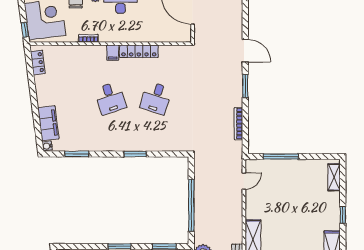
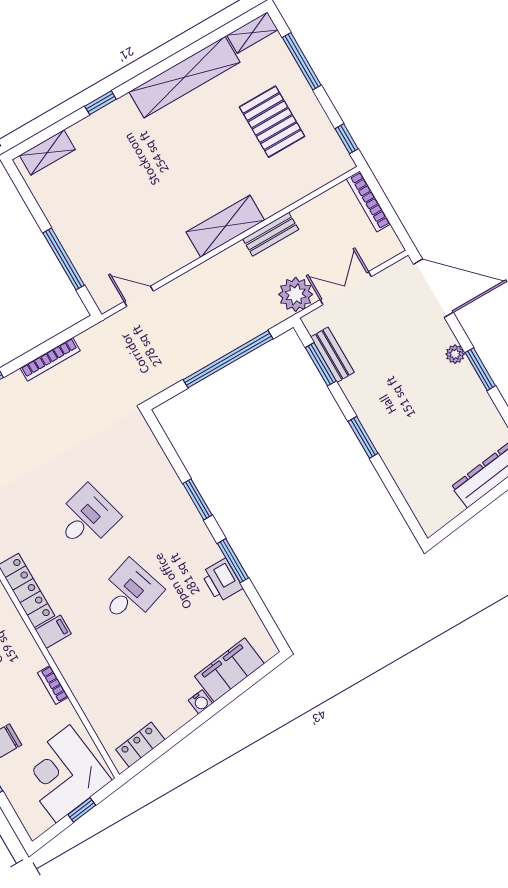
window: (25, 30) -> (82, 810), moved
desk: (156, 98) -> (86, 518), turned -33
printer: (91, 144) -> (222, 580), added
water cooler: (47, 146) -> (200, 702), moved
window: (77, 154) -> (233, 561), moved

